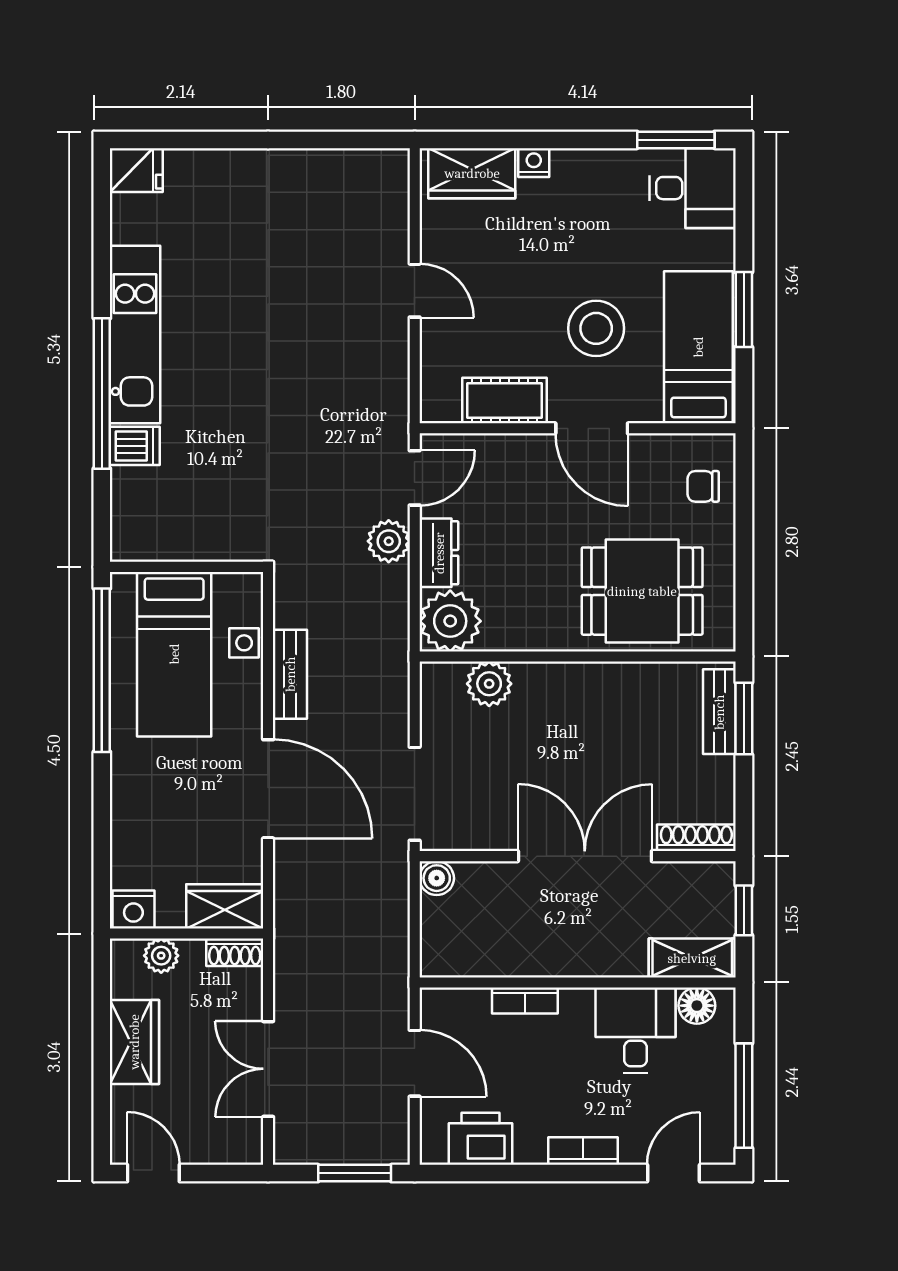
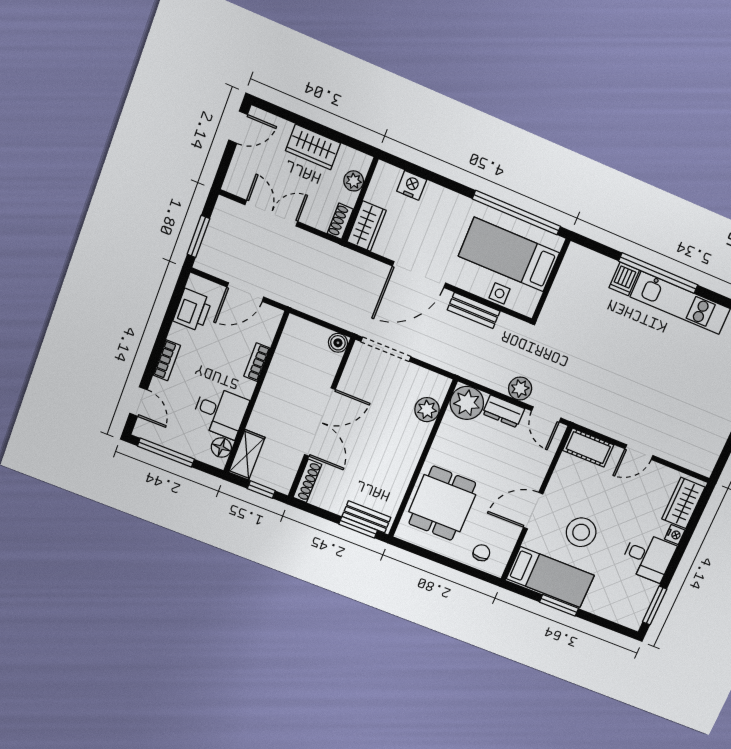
desk: (693, 188) -> (648, 557), moved, turned -90
cot: (505, 401) -> (588, 448), moved, turned 90
nightstand: (133, 909) -> (412, 185), moved, turned 90

